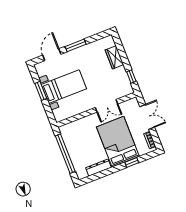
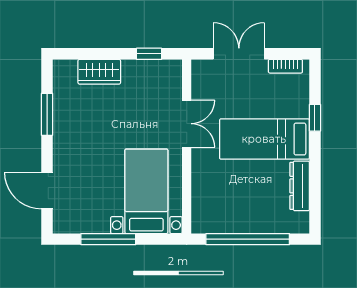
window: (76, 45) -> (47, 114), moved
bed with nightstands: (64, 87) -> (146, 191), moved
window: (41, 91) -> (108, 239), width x1.44
bed: (118, 142) -> (264, 139), width x0.67

